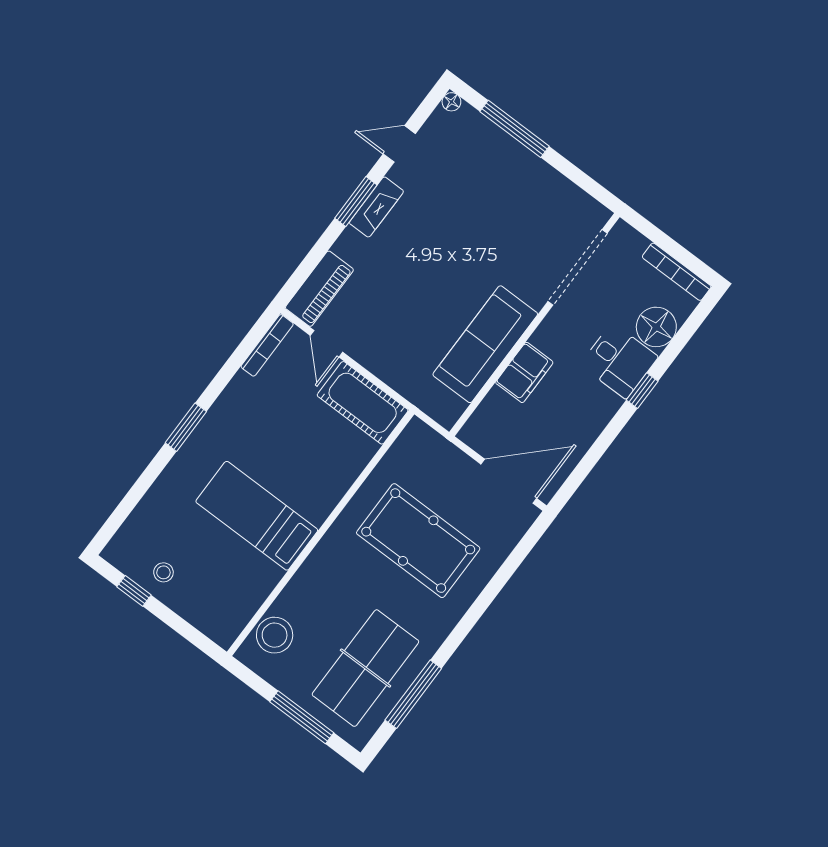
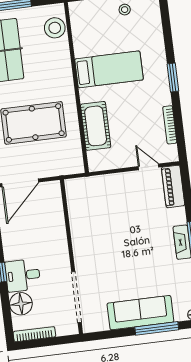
sofa: (485, 344) -> (140, 313), moved, turned -90
bookcase: (267, 345) -> (170, 125), moved
filing cabinet: (524, 372) -> (57, 233), removed
cot: (363, 403) -> (96, 126), moved, turned 90

